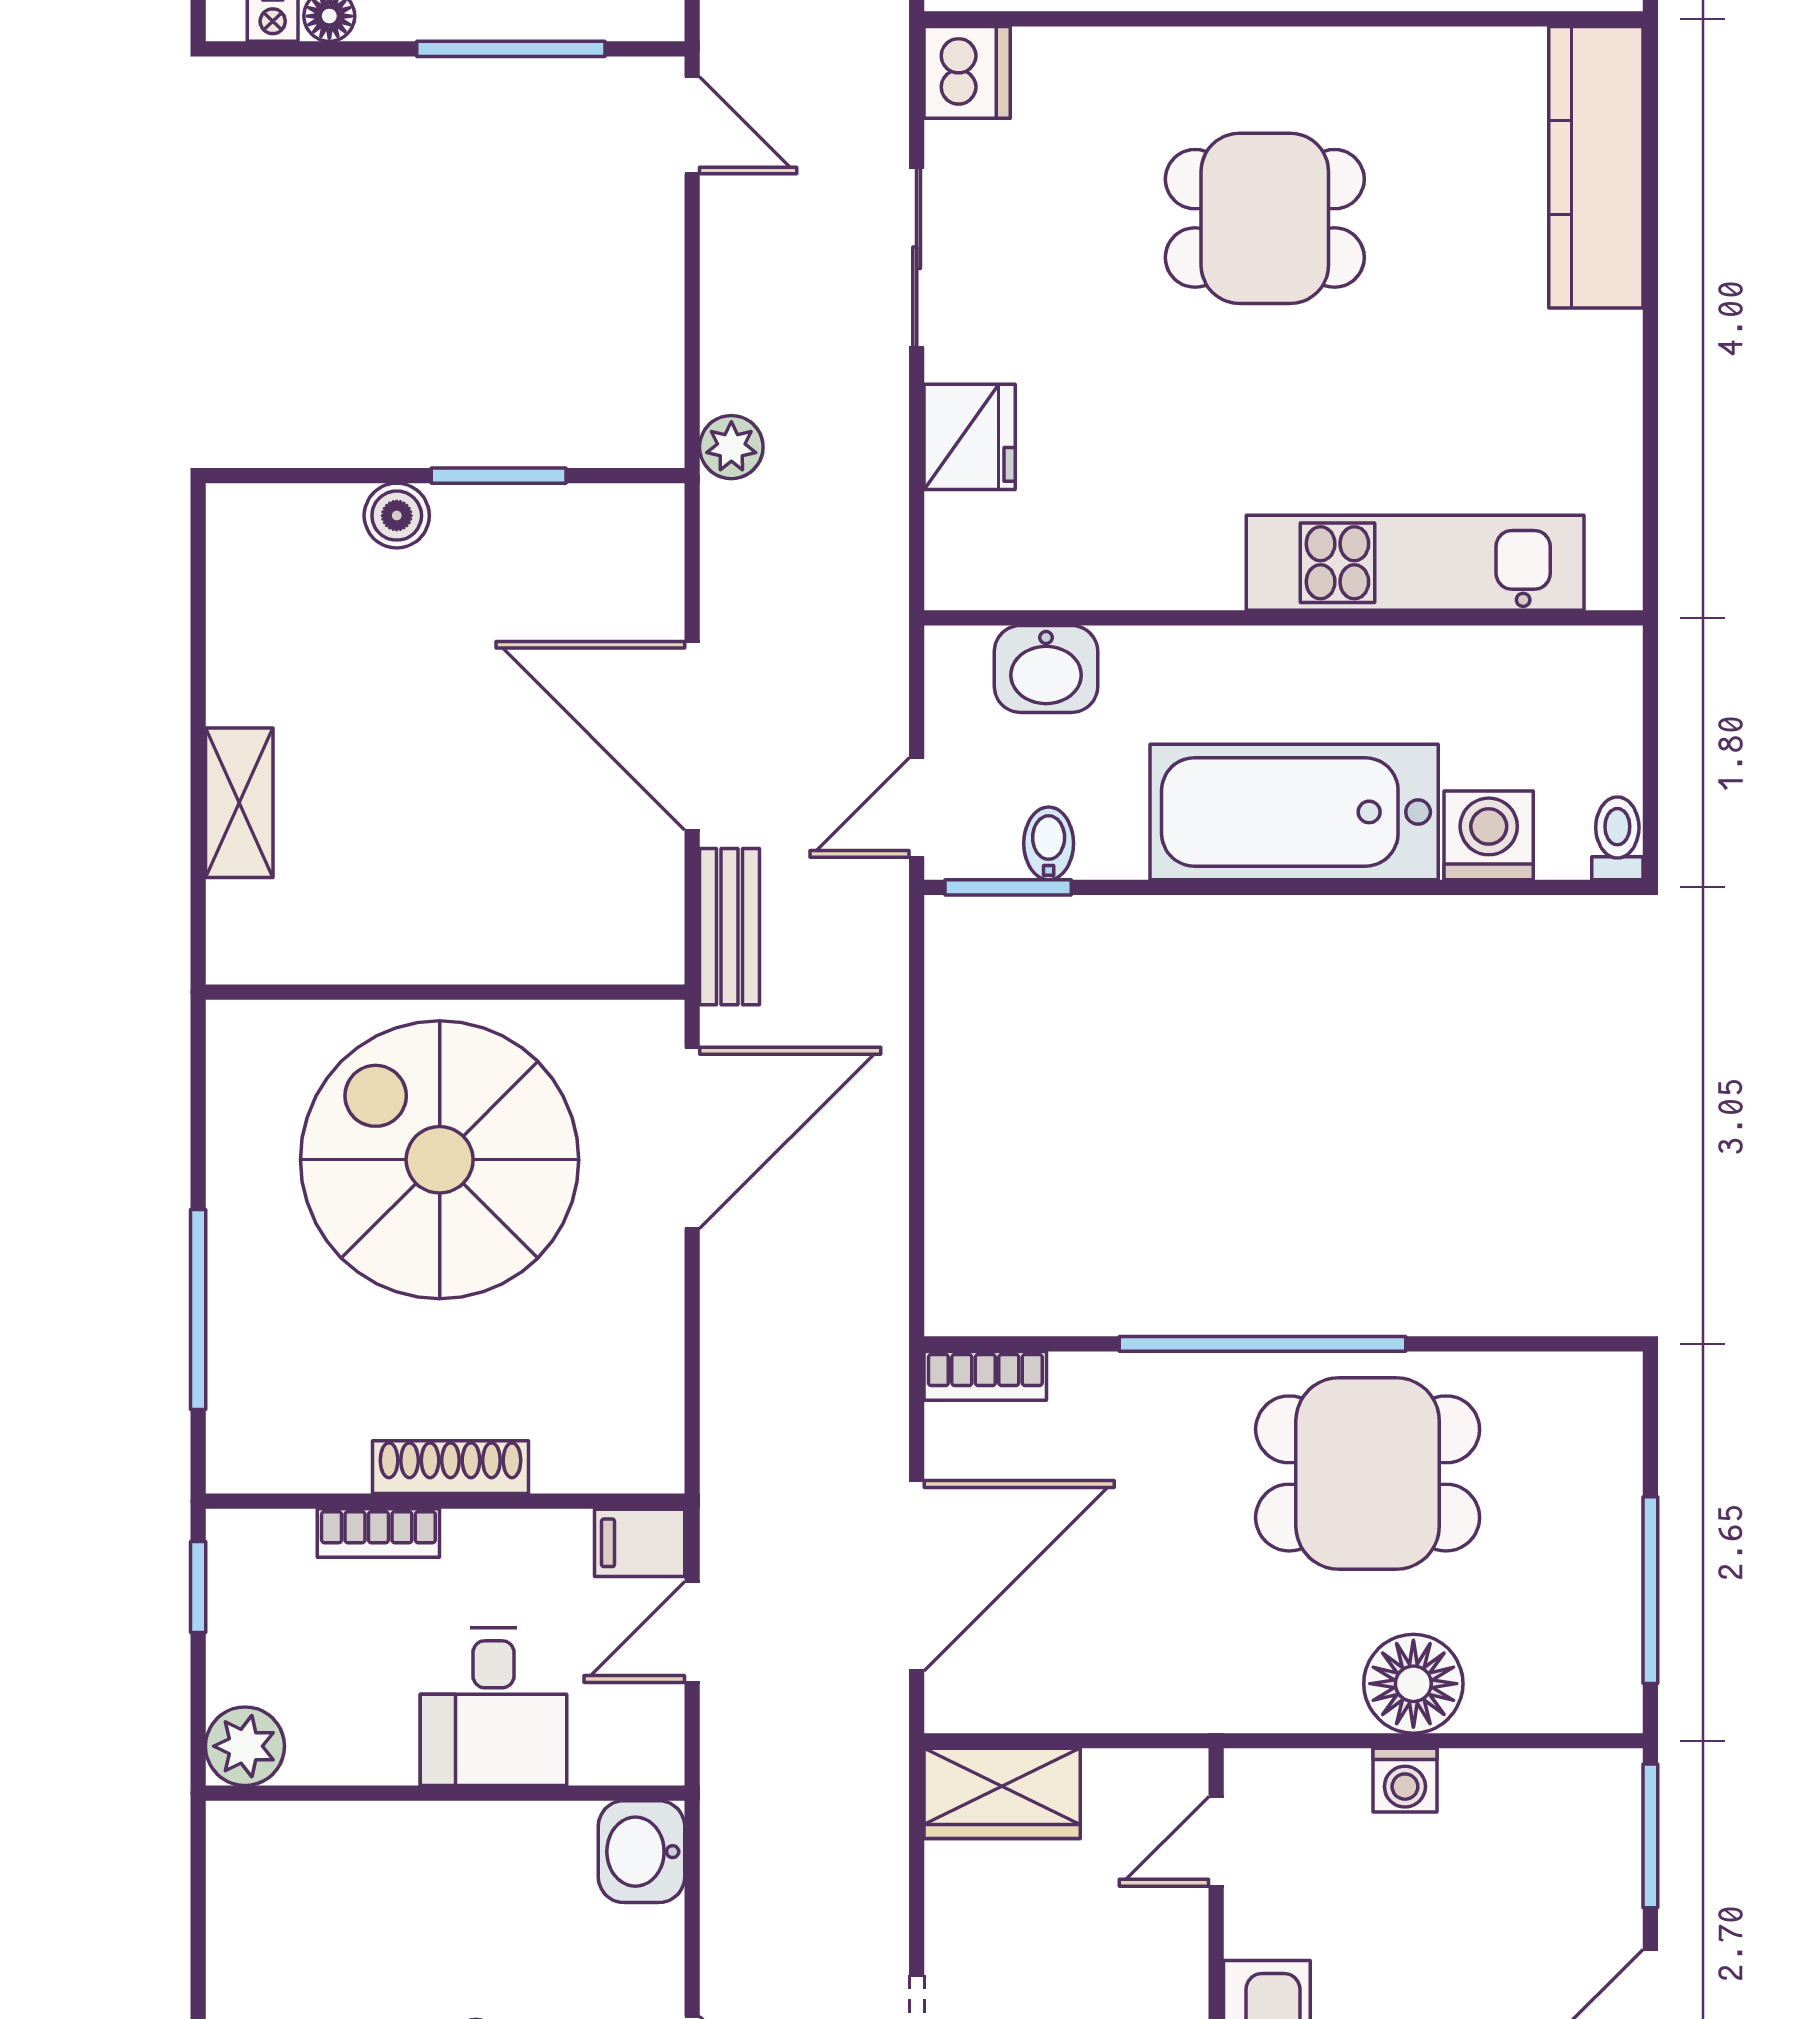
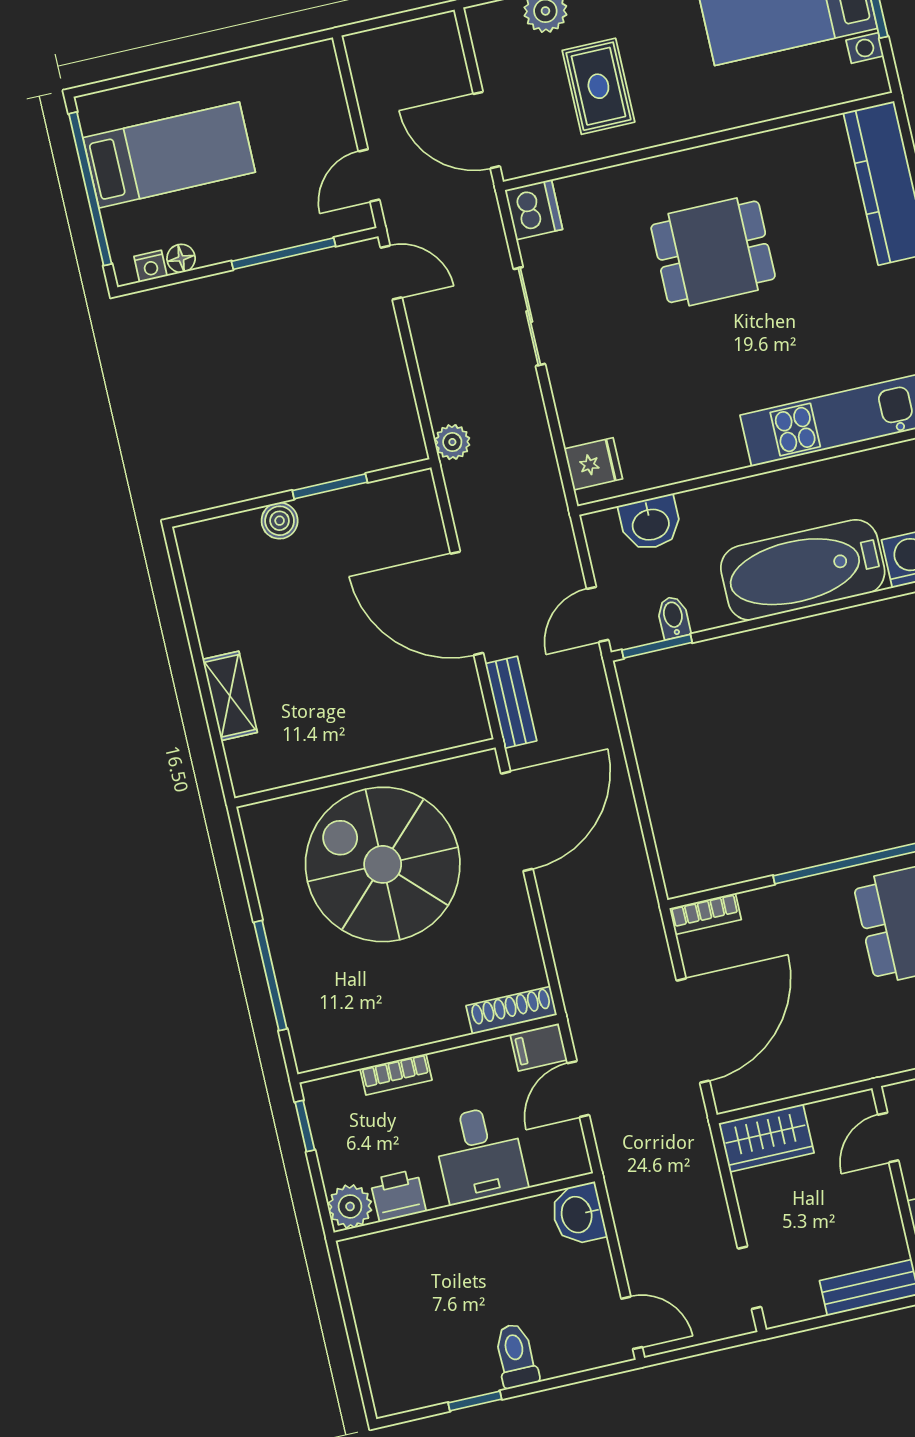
fridge: (970, 437) -> (593, 464), moved, width x0.72
shoe rack: (450, 1467) -> (511, 1010), moved
printer: (334, 1746) -> (398, 1196), added

